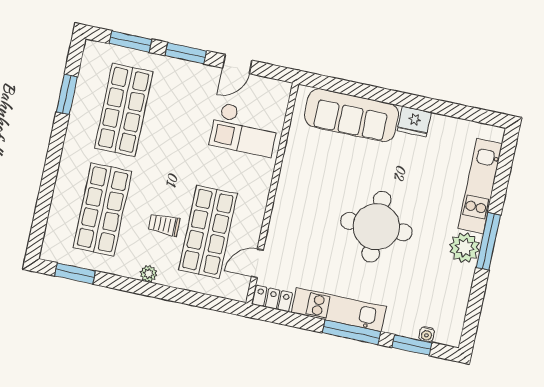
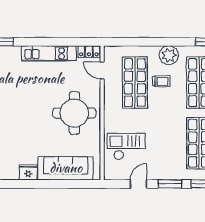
round table: (376, 227) -> (74, 113), moved
door: (257, 263) -> (102, 70), swing flipped
plant: (148, 274) -> (169, 55), width x1.88, depth x1.88
window: (352, 332) -> (39, 42), removed

